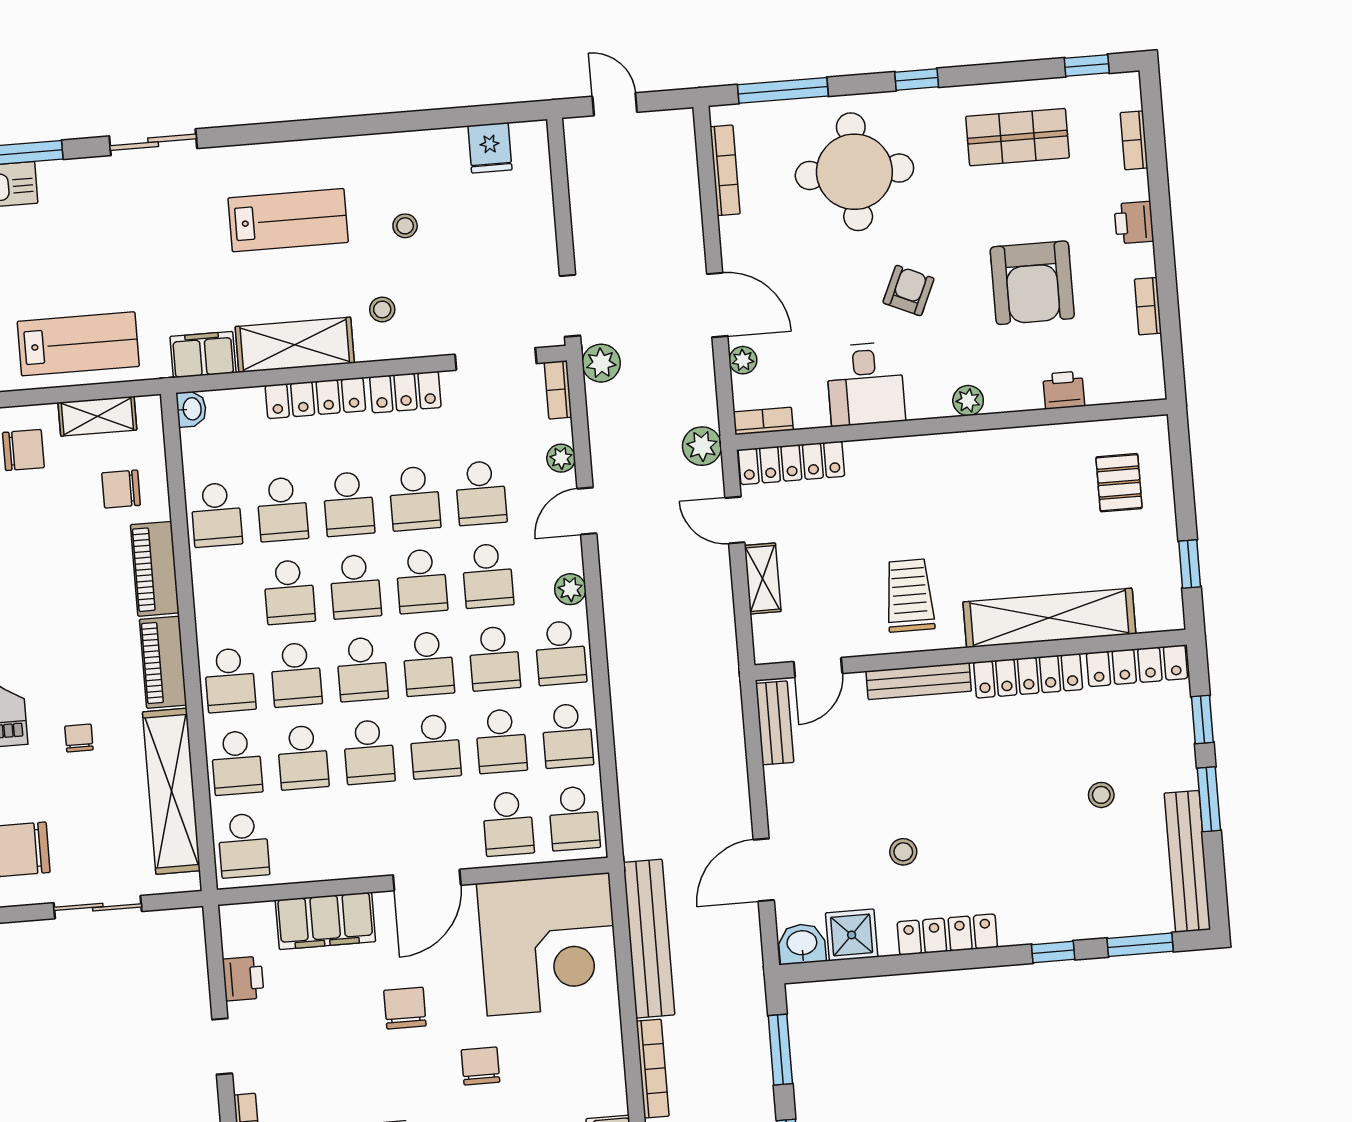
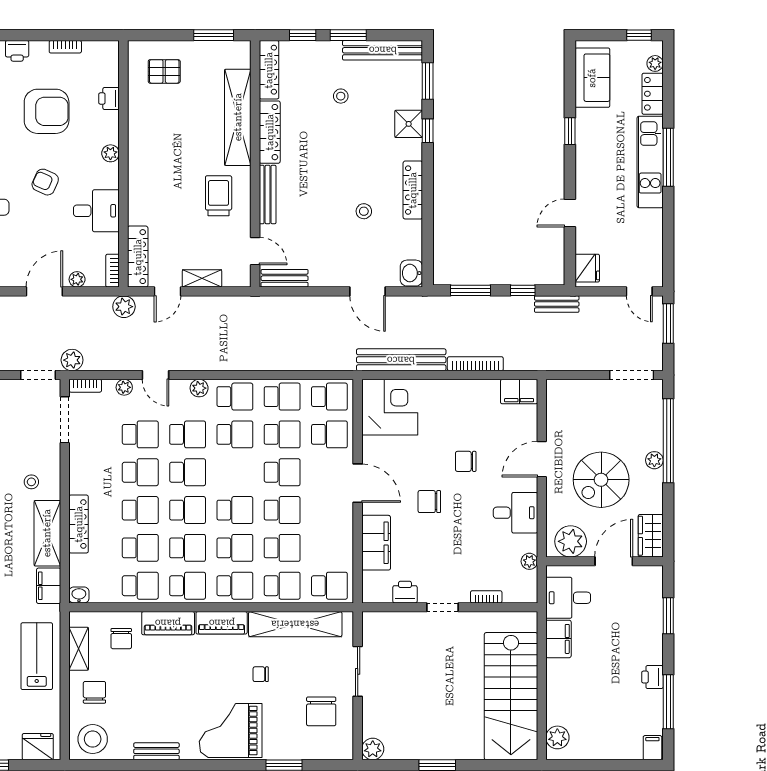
locker: (405, 392) -> (79, 473), removed
window: (1190, 564) -> (214, 35), width x1.50
trolley: (909, 596) -> (219, 196), turned 90
school desk: (428, 664) -> (188, 586), moved
shower: (852, 935) -> (409, 124), moved
corner desk: (548, 944) -> (390, 407), width x0.74, depth x0.74

